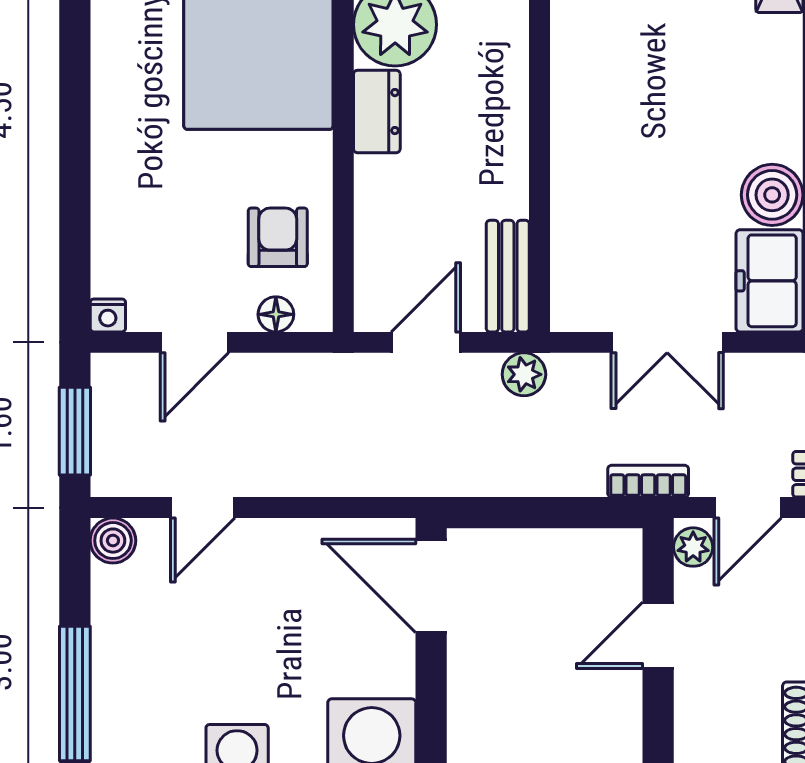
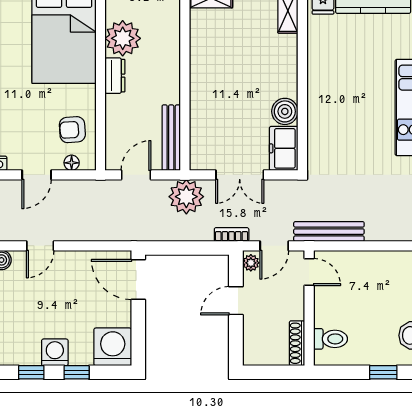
armchair: (278, 237) -> (72, 130), turned -94
bench: (508, 276) -> (171, 138), width x1.36
plant: (524, 374) -> (186, 197), width x1.87, depth x1.87

